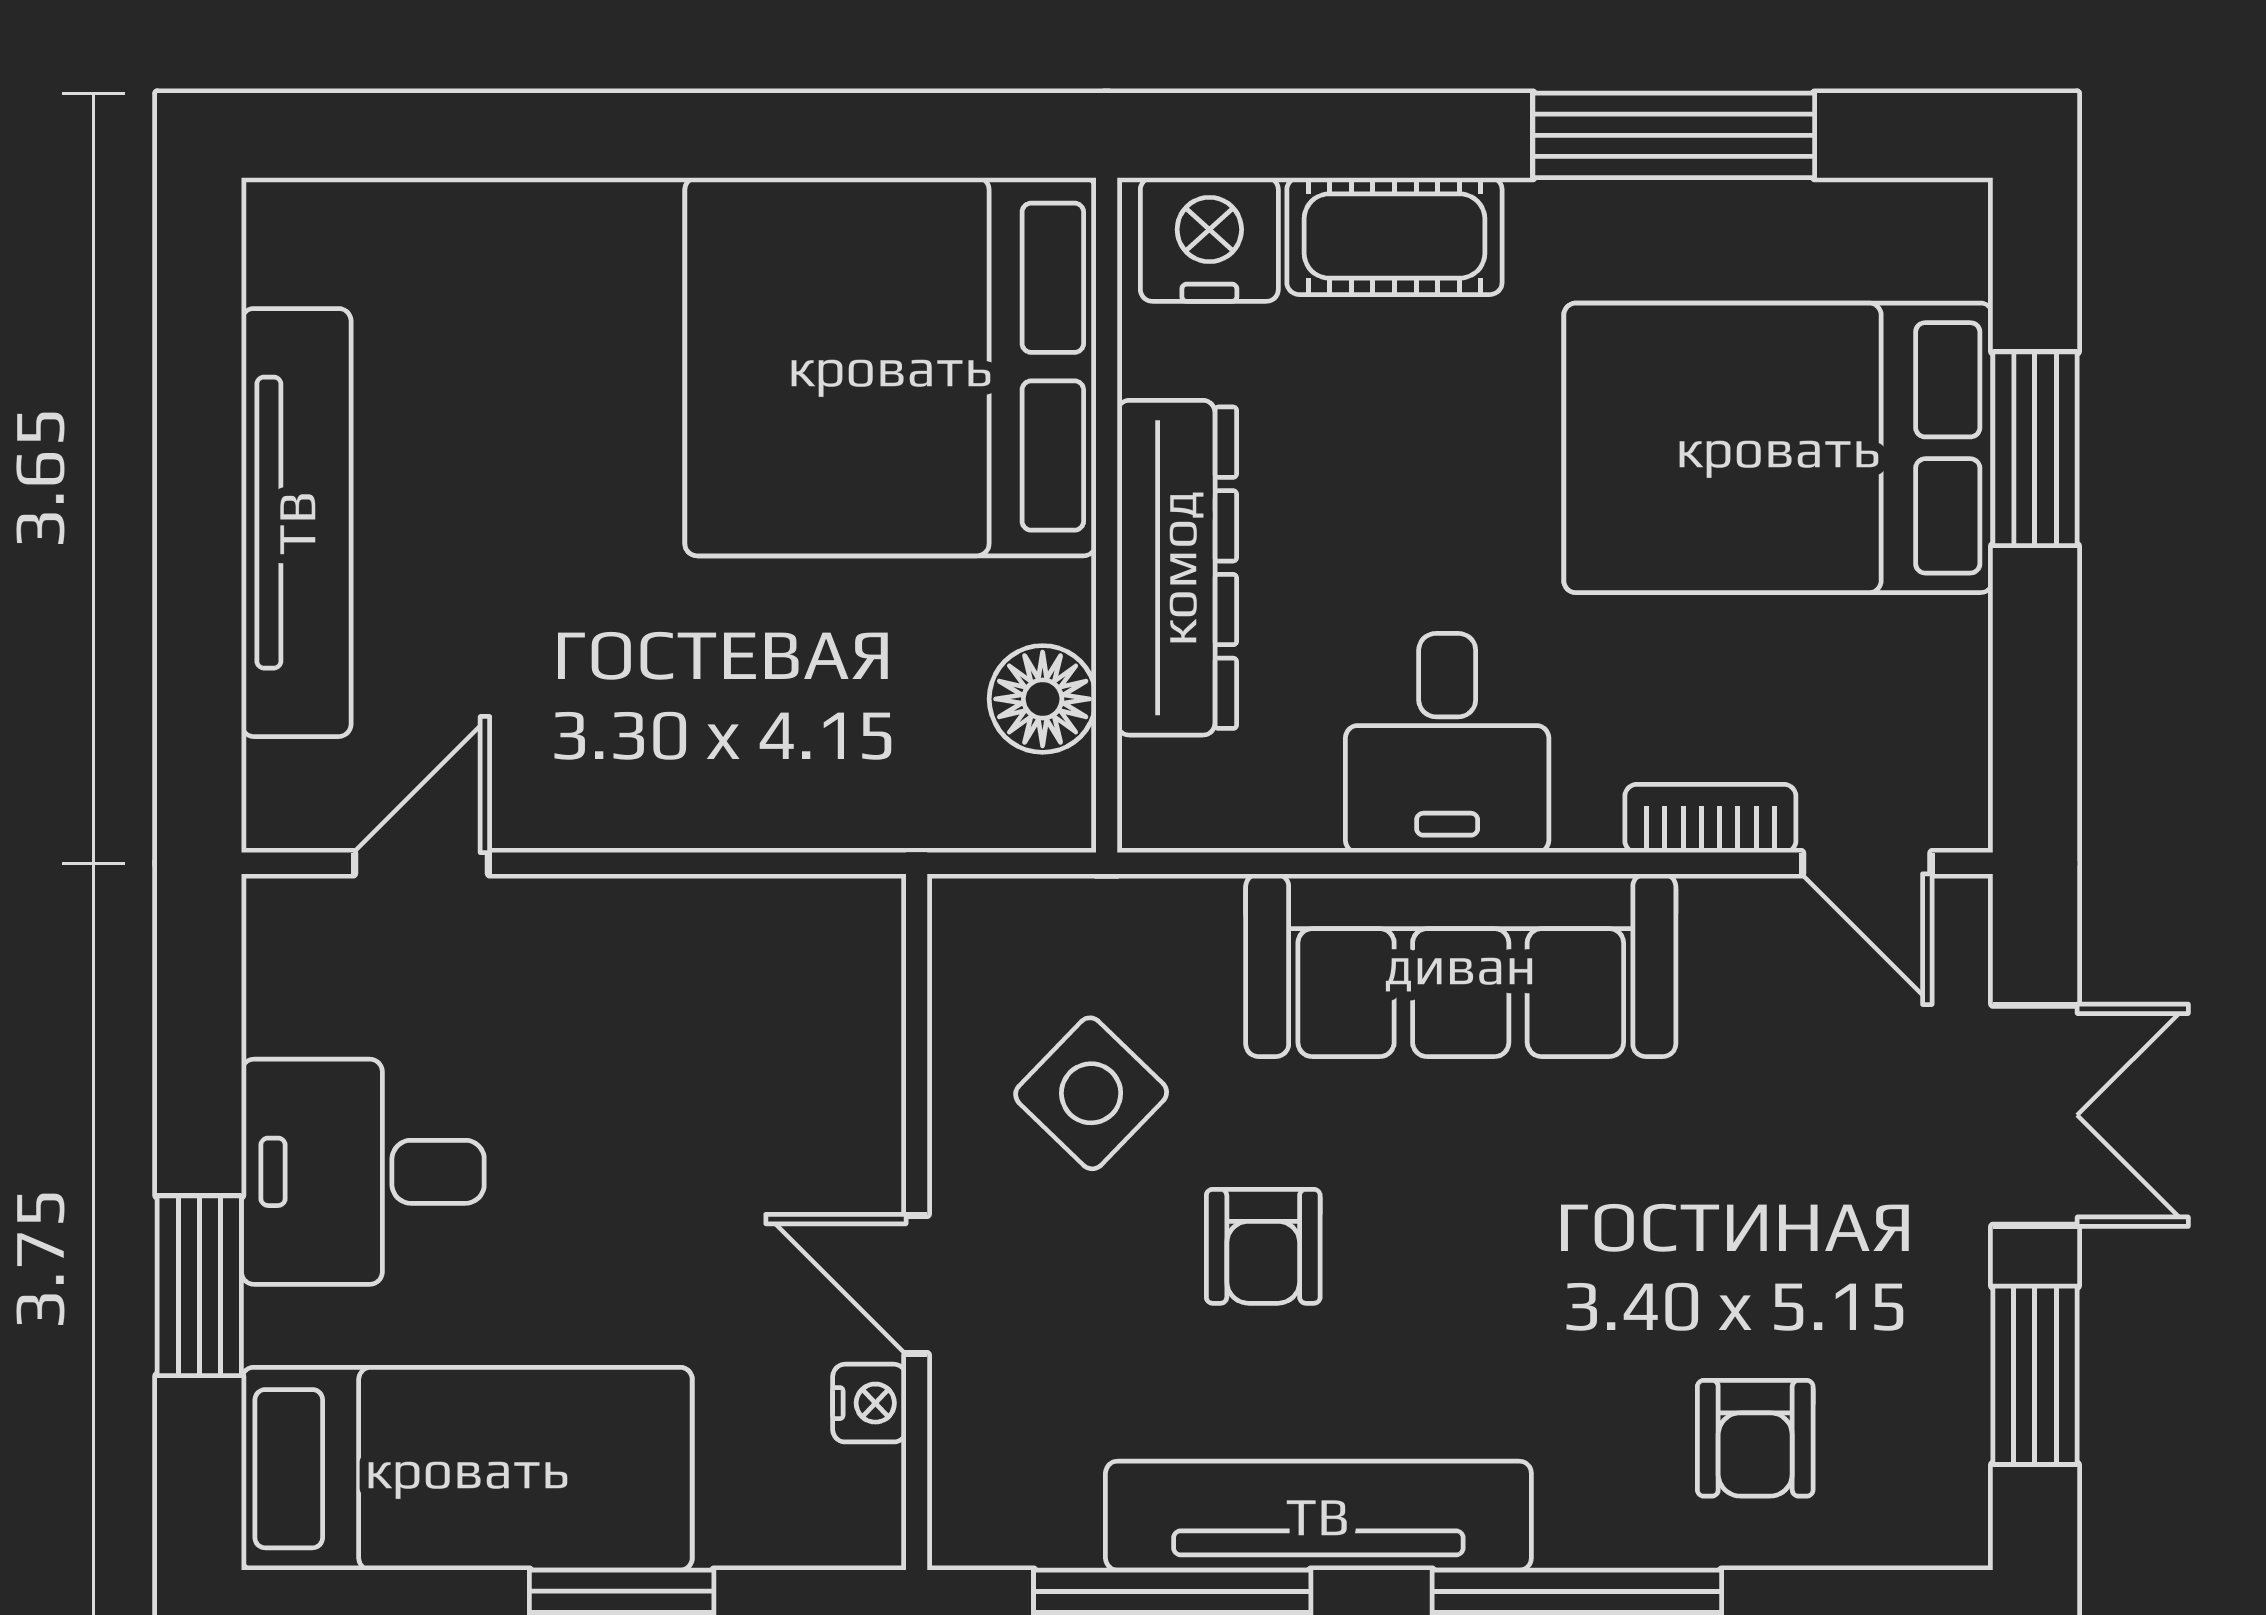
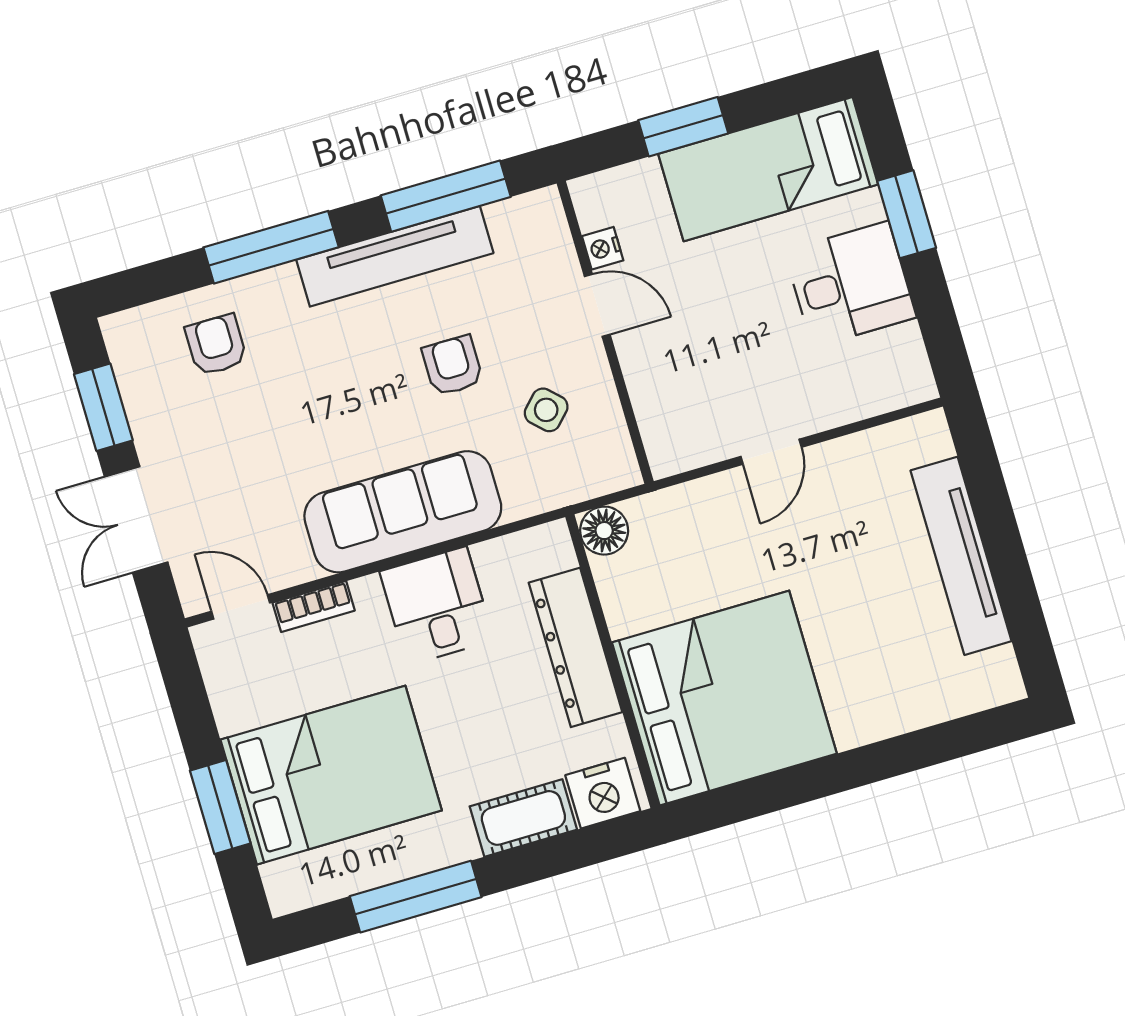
floor lamp: (1043, 699) -> (604, 531), moved
door: (422, 863) -> (771, 452), moved
side table: (1091, 1093) -> (546, 410), width x0.73, depth x0.73

